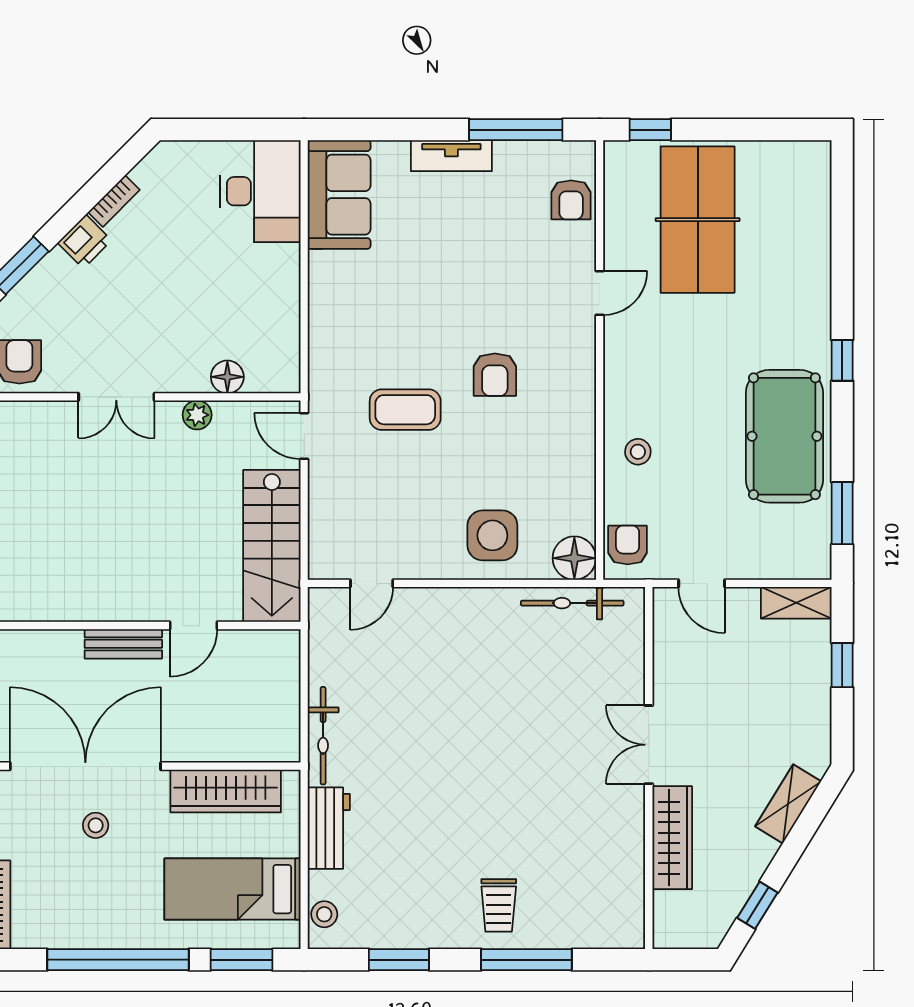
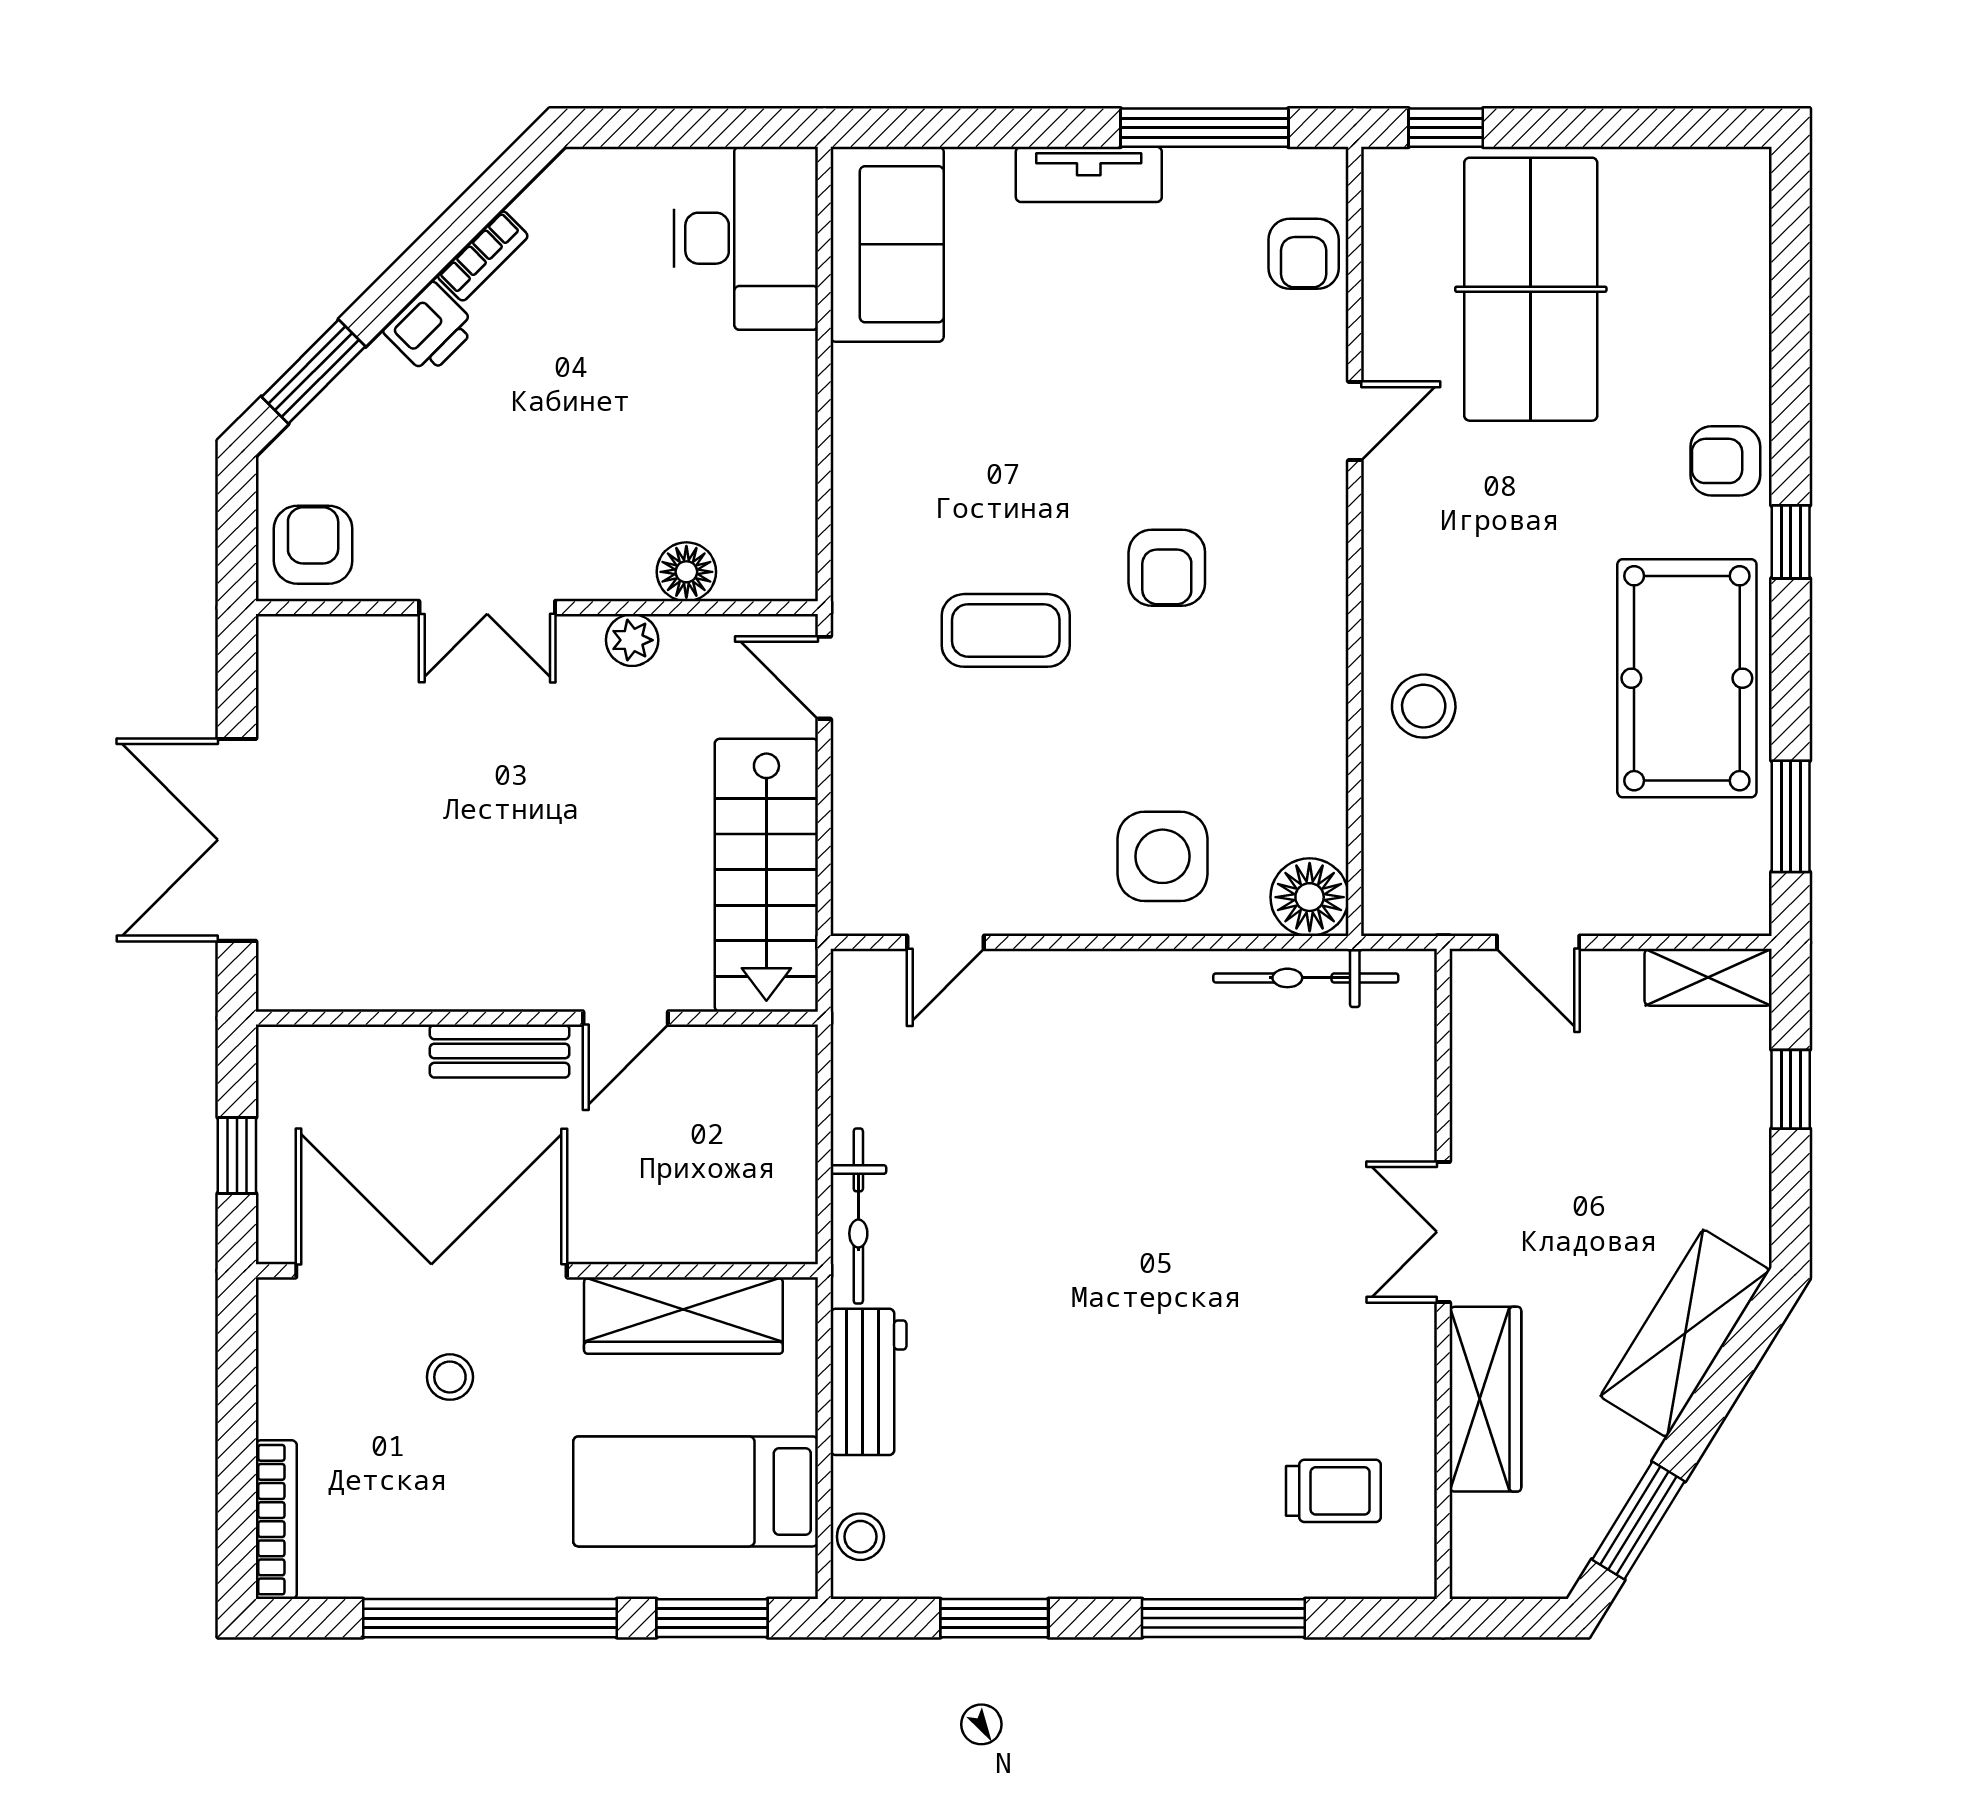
stool: (638, 452) -> (1424, 706), width x1.37, depth x1.37
armchair: (628, 545) -> (1725, 461), moved, turned -90
shelving: (788, 804) -> (1685, 1333), width x1.50, depth x1.33
trolley: (499, 905) -> (1333, 1491), moved, turned -90
window: (757, 905) -> (1638, 1520), width x1.50

